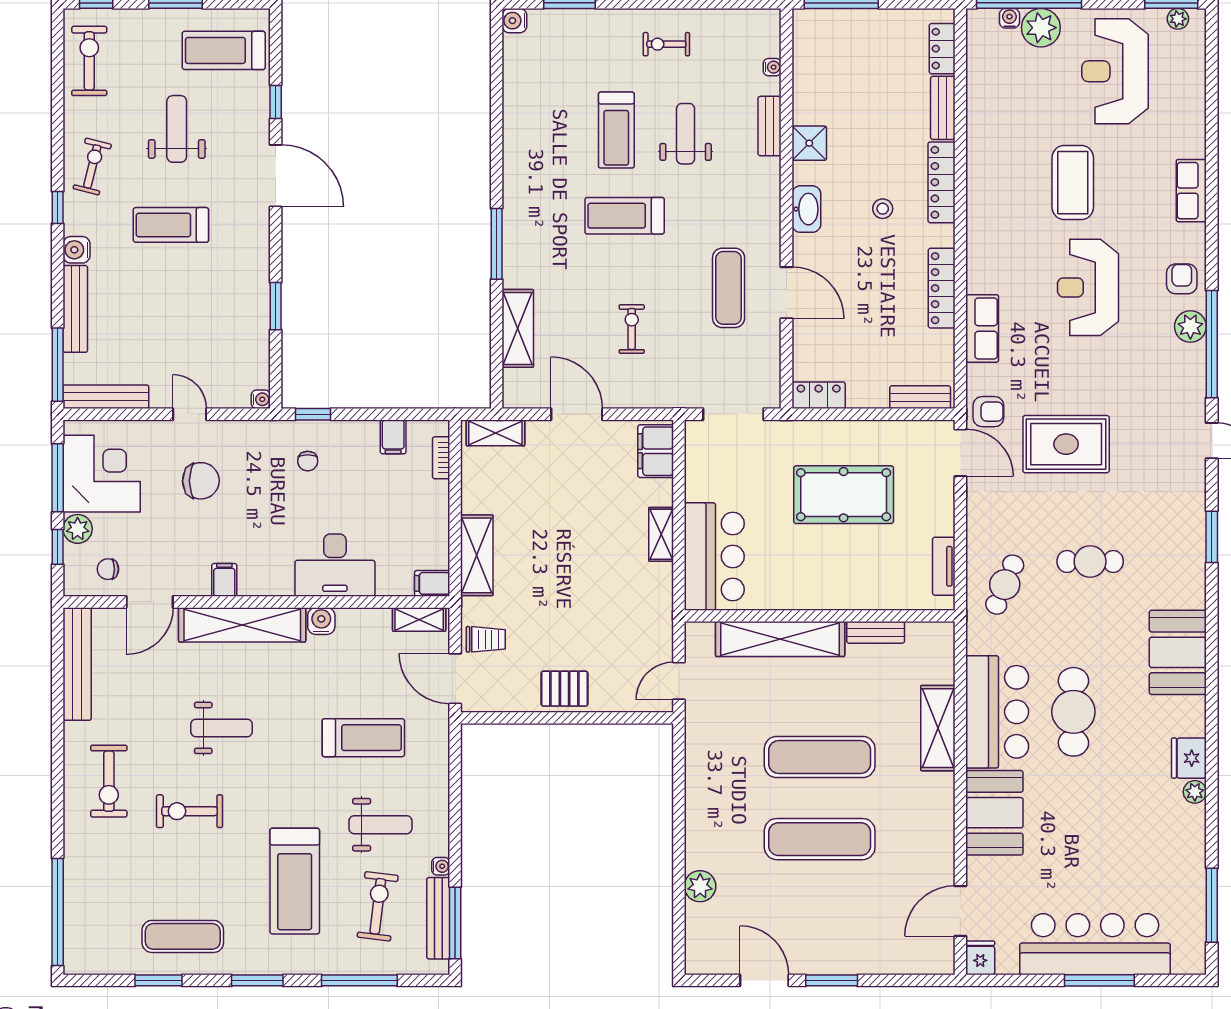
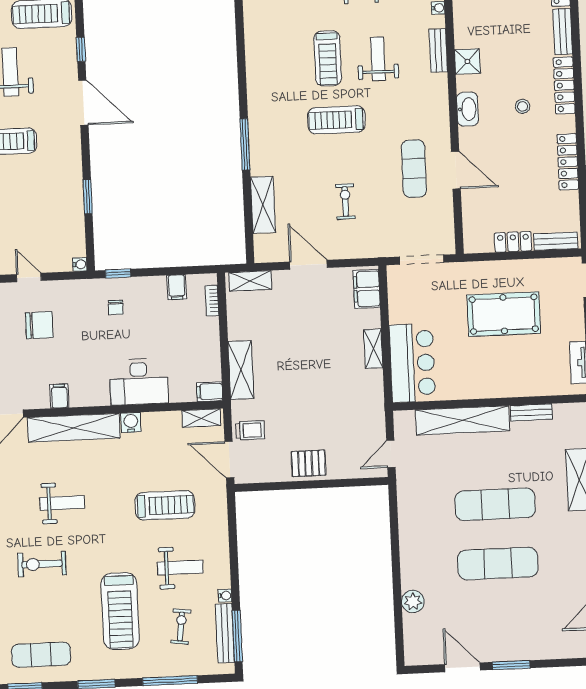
locker: (819, 395) -> (513, 242), moved
exercise bike: (378, 906) -> (181, 627), width x0.73, depth x0.72

